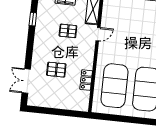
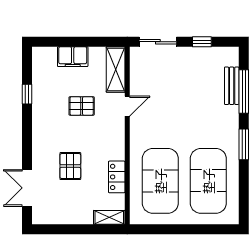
pallet: (56, 70) -> (70, 166), turned 90
shelving: (78, 106) -> (109, 217), added

